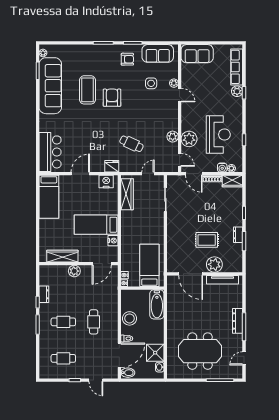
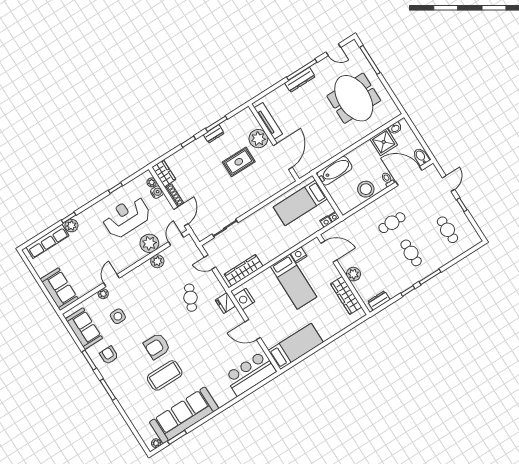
rug: (207, 240) -> (239, 162), turned 90
dresser: (44, 294) -> (379, 301), moved

